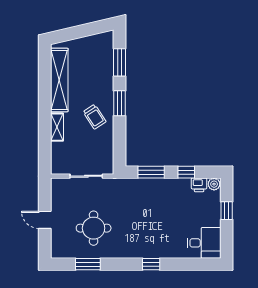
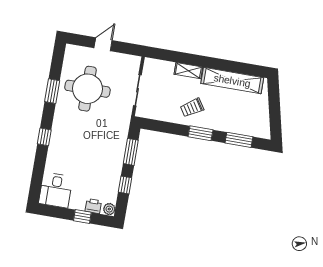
printer: (199, 185) -> (93, 206), moved, turned 90
round table: (94, 228) -> (87, 89), width x1.36, depth x1.36
window: (88, 264) -> (52, 91), moved

